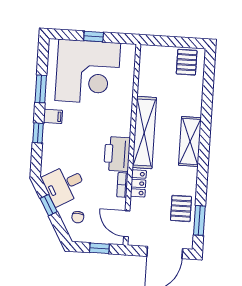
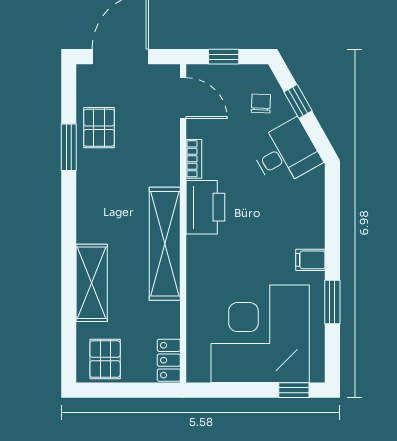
window: (94, 36) -> (294, 390), moved
window: (38, 133) -> (332, 232), removed
shelving: (190, 141) -> (92, 283), moved
locker: (138, 183) -> (169, 360), moved
window: (49, 205) -> (298, 101), moved
window: (199, 220) -> (69, 147), moved

